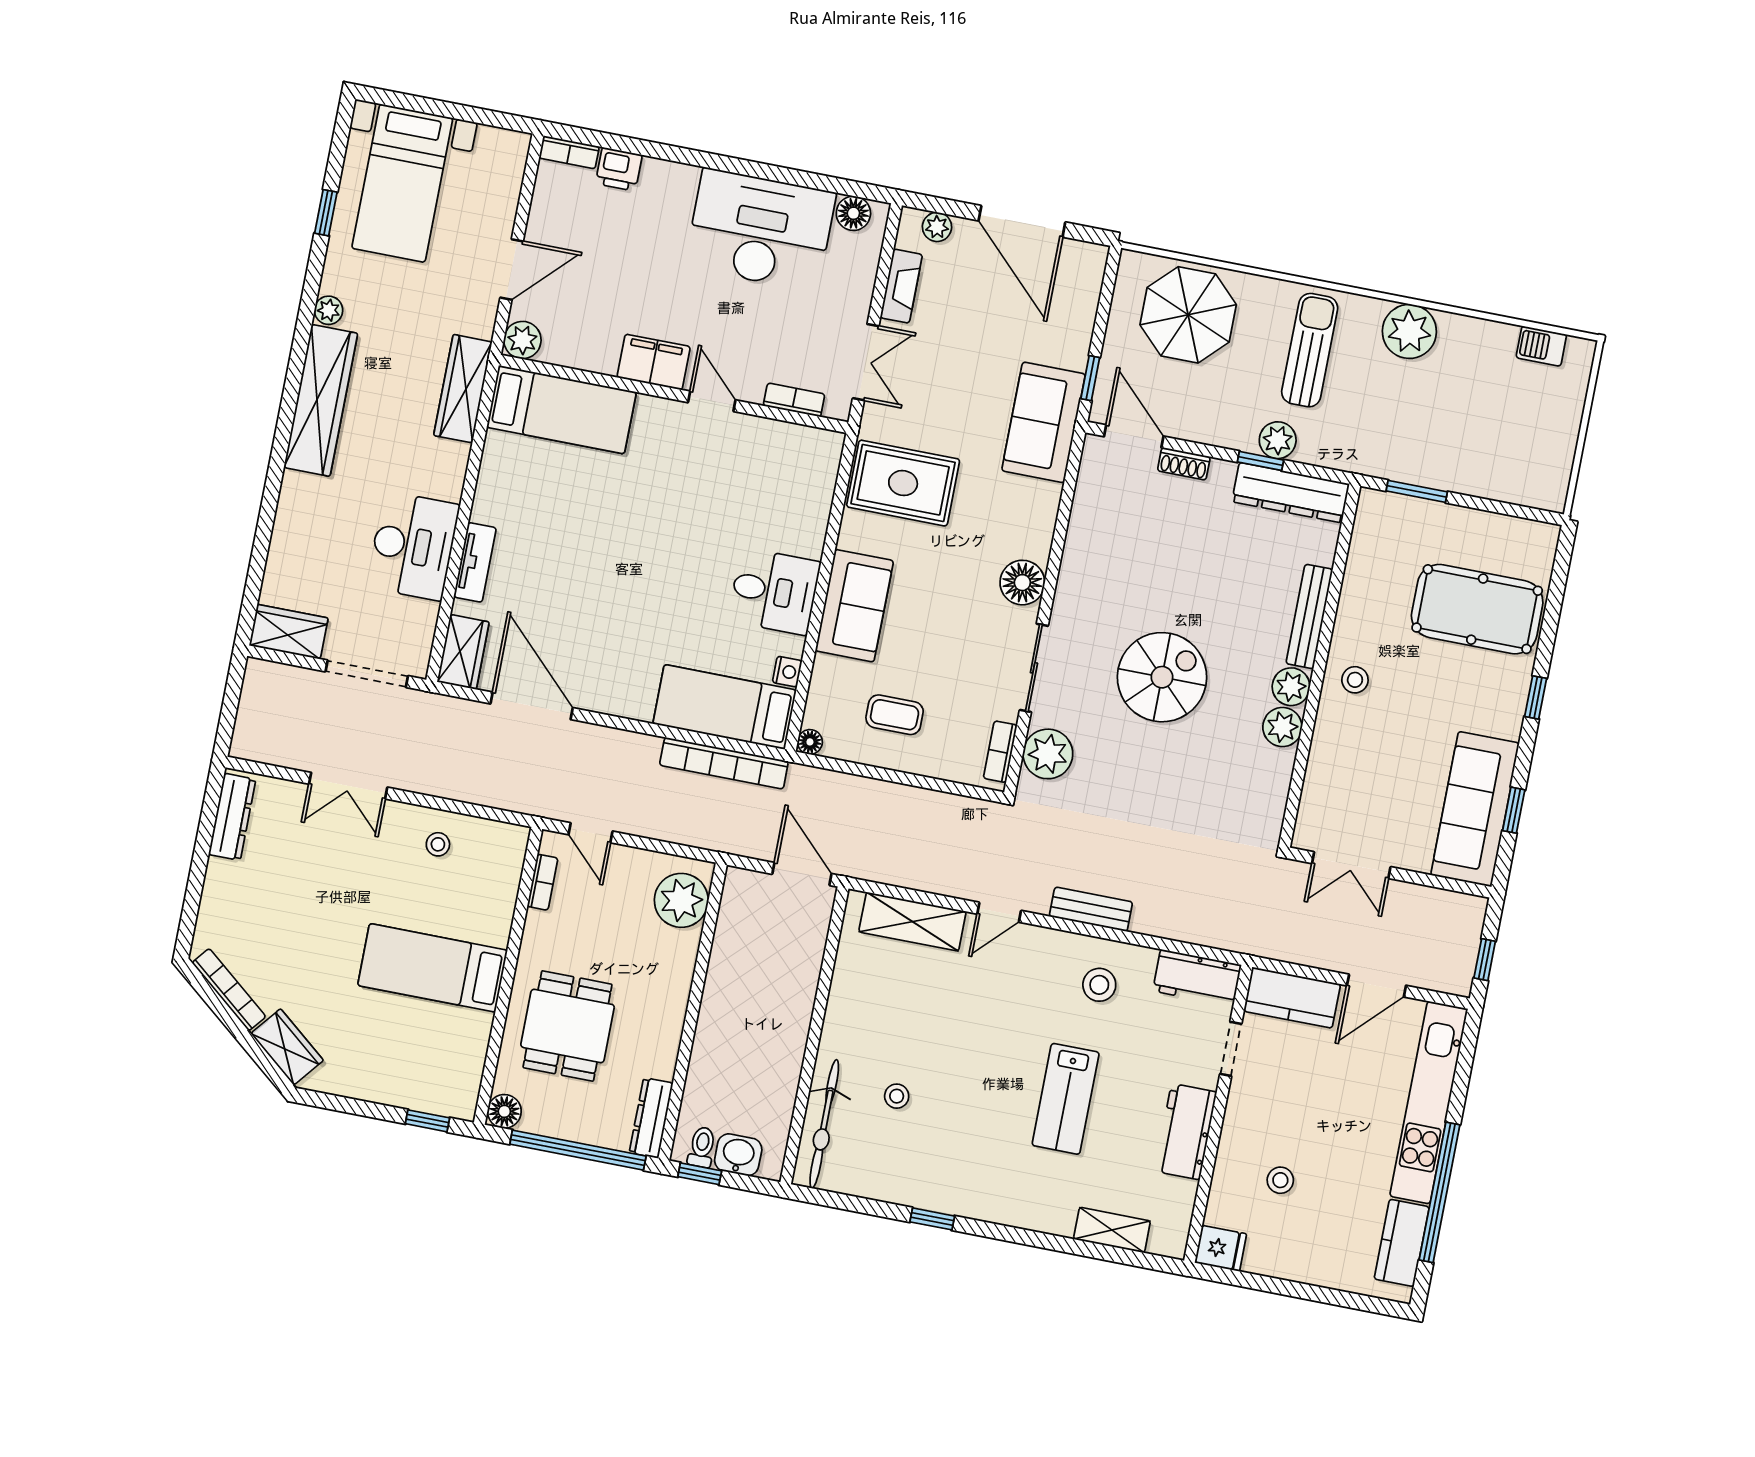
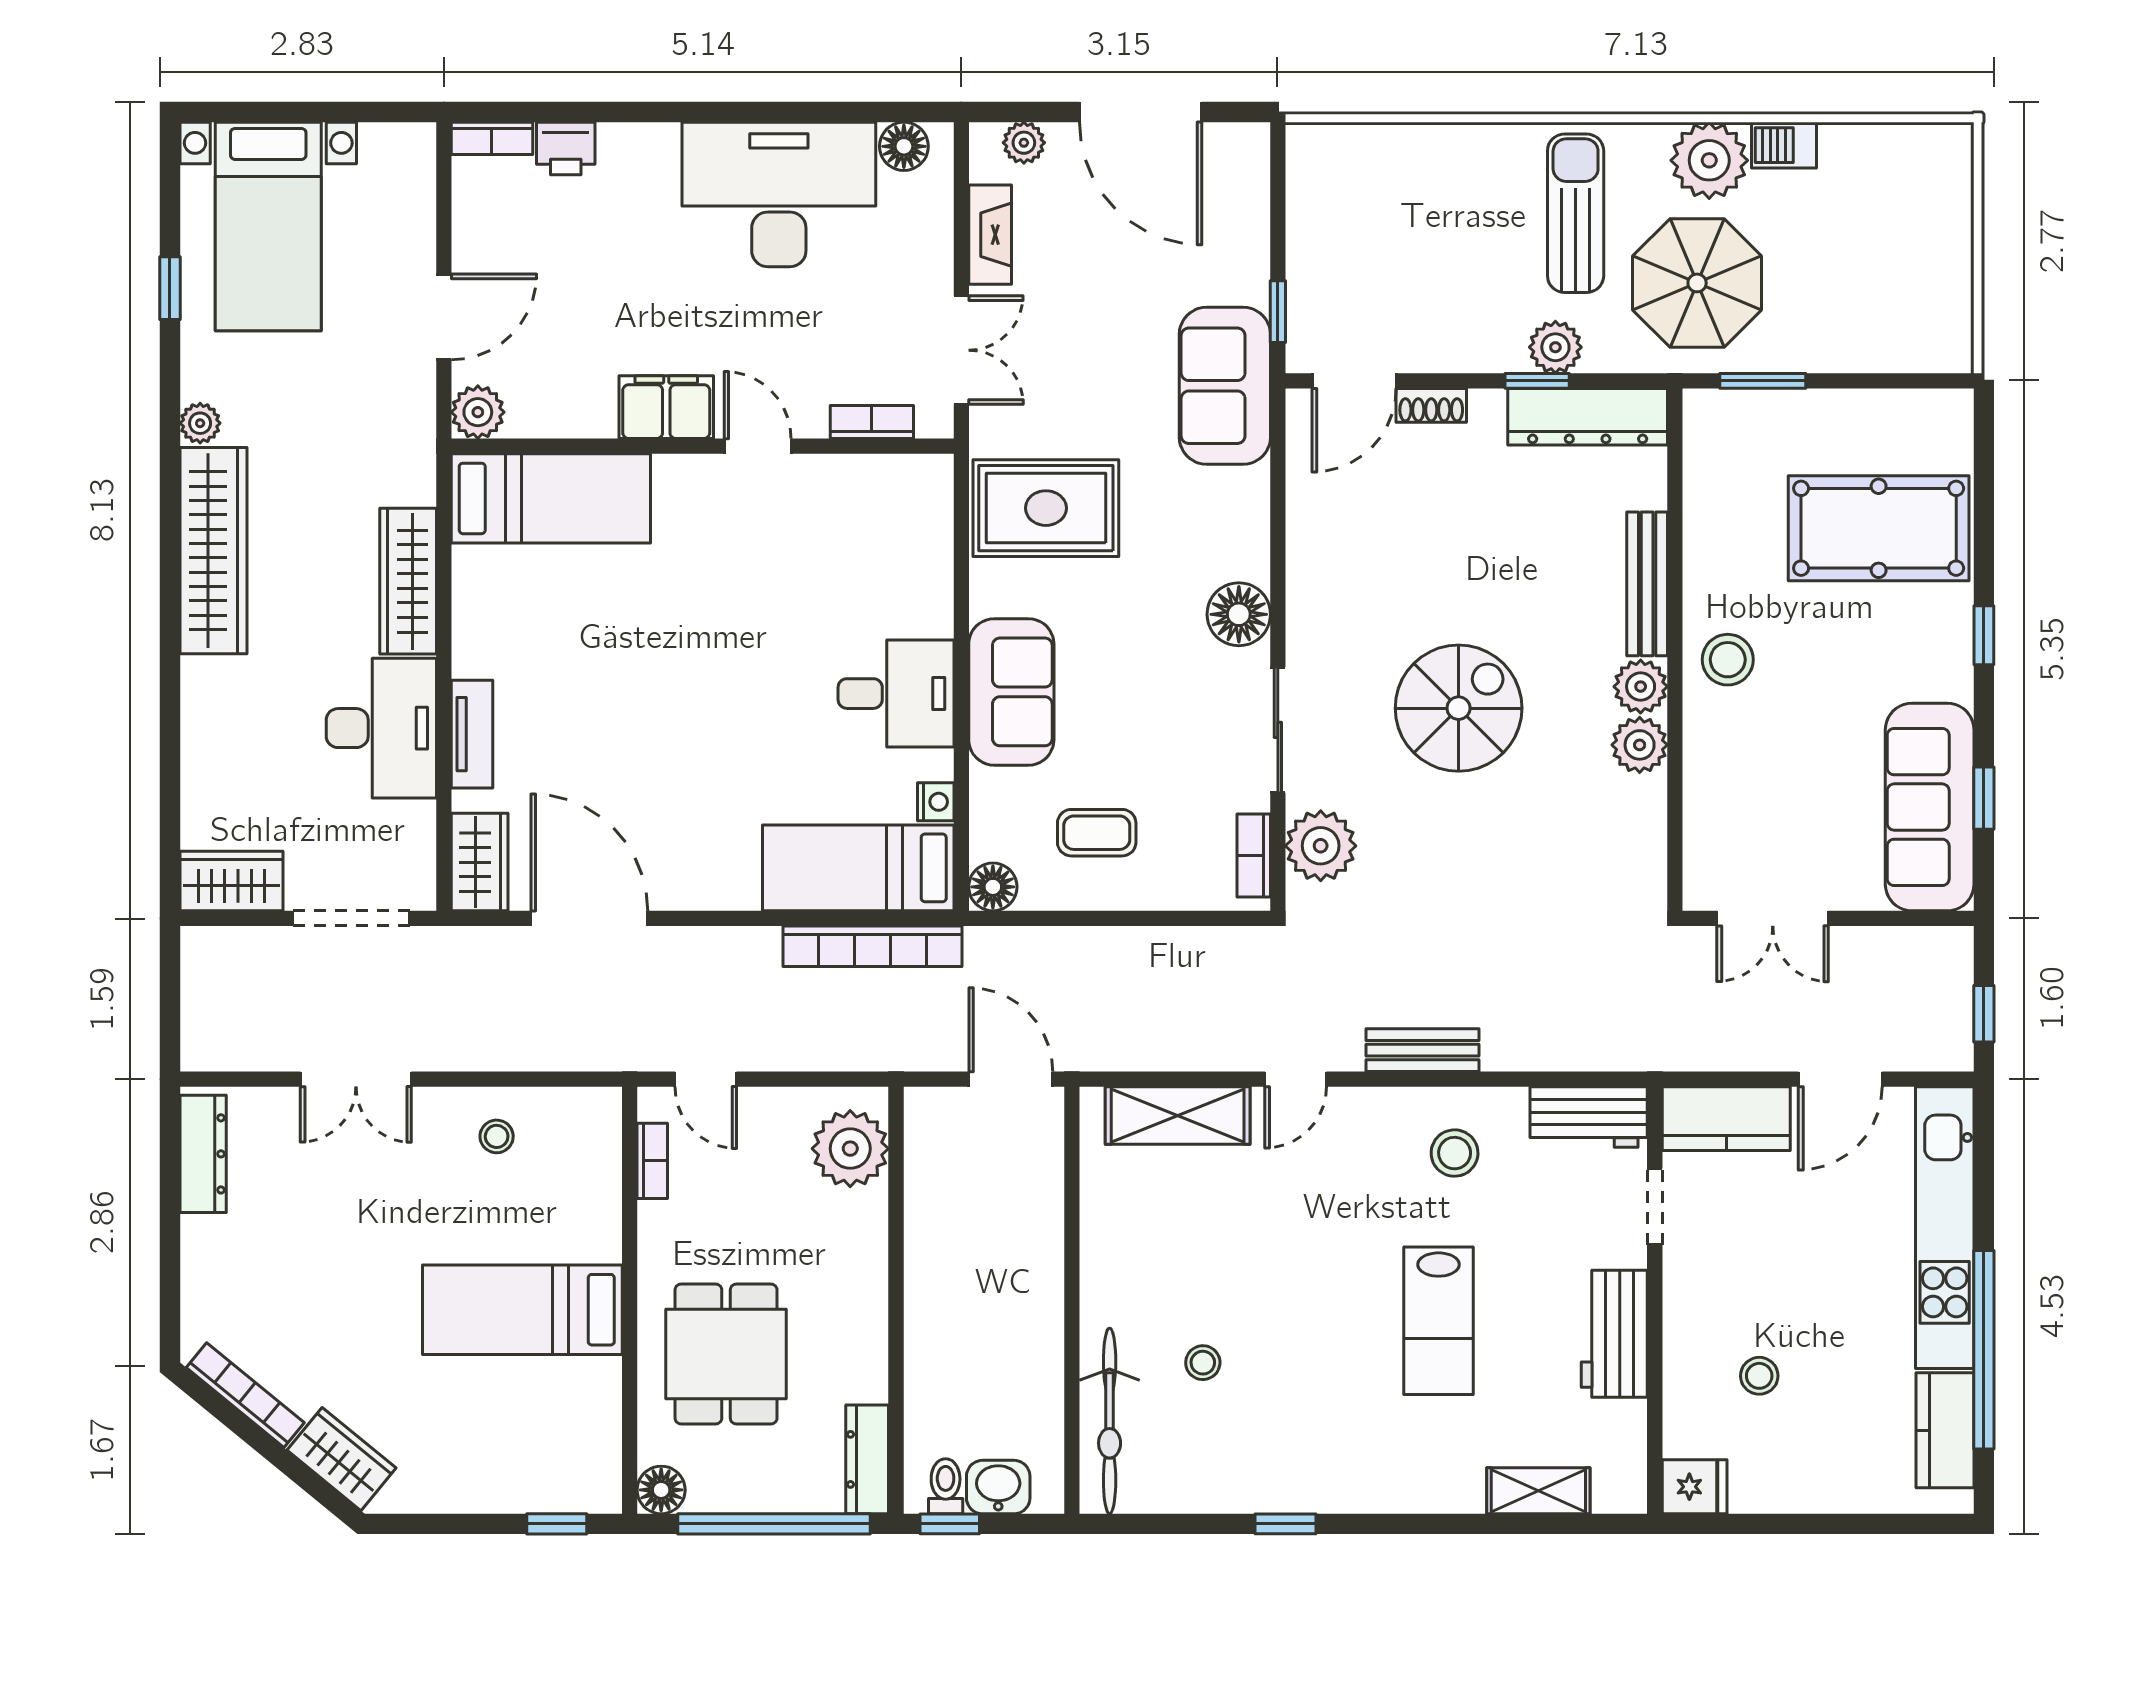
parasol: (1188, 315) -> (1697, 283), moved
barbecue: (1541, 346) -> (1784, 145), moved
wardrobe: (463, 389) -> (408, 581), moved
door: (1134, 436) -> (1354, 381), swing flipped
stool: (1355, 680) -> (1728, 660), width x1.37, depth x1.37
floor lamp: (810, 742) -> (993, 887), width x1.37, depth x1.37

